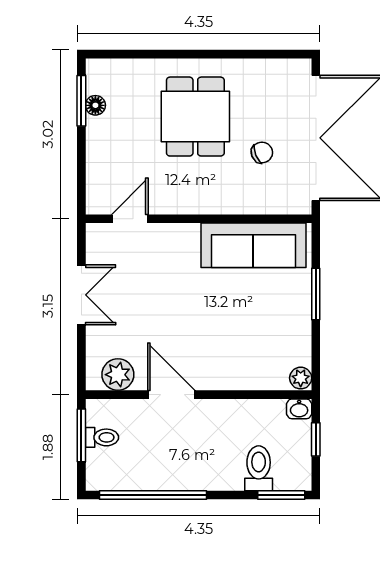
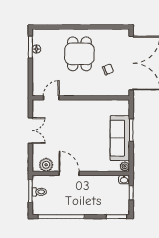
sofa: (253, 245) -> (120, 138), moved, turned 90
toilet: (259, 468) -> (107, 205), removed

